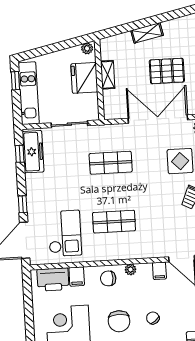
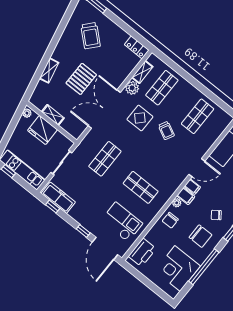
shop shelf: (114, 222) -> (141, 187), turned 90
filing cabinet: (77, 276) -> (186, 196), moved

